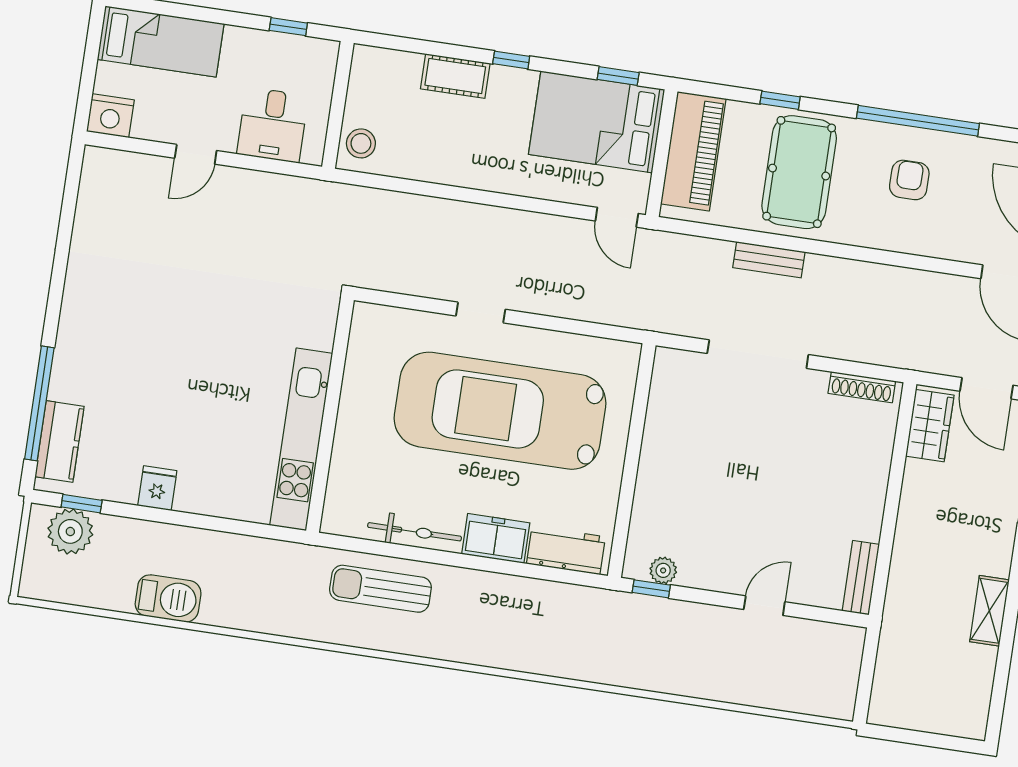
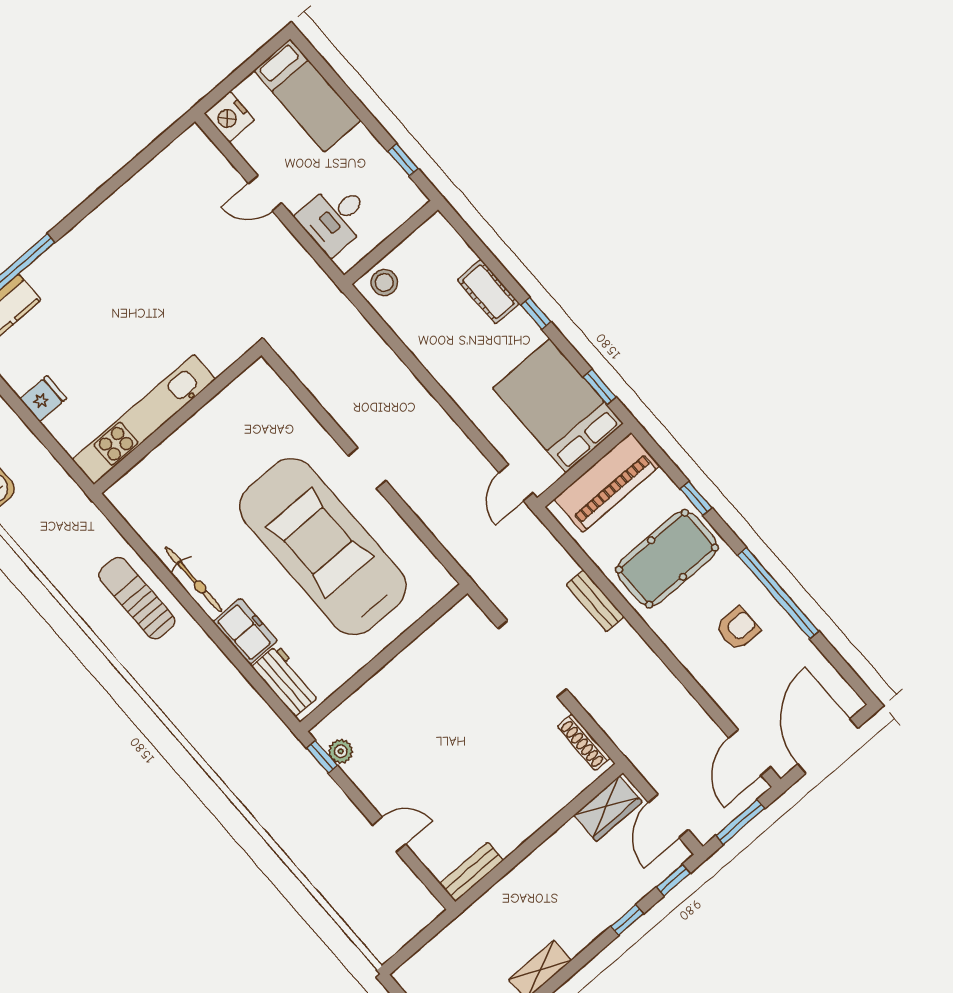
wall: (330, 415) -> (178, 420), moved
kitchen unit: (301, 439) -> (144, 419), moved

